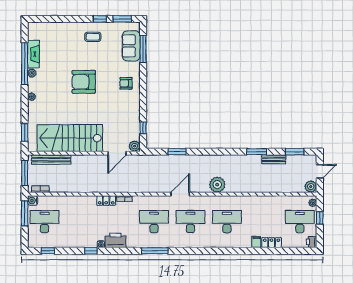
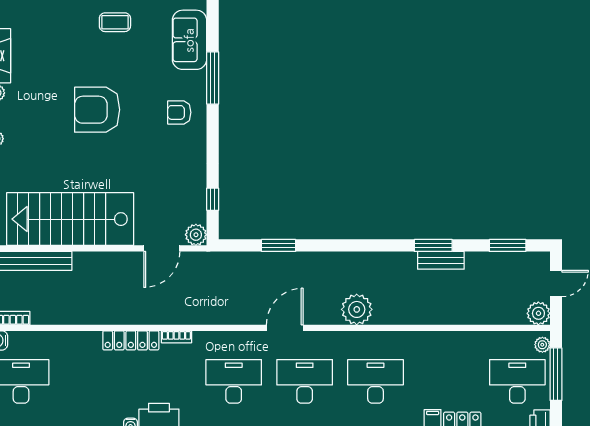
window: (143, 49) -> (213, 78), moved
bench: (274, 159) -> (441, 260), moved
locker: (106, 201) -> (131, 340), width x1.53
window: (320, 218) -> (556, 374), width x2.17

